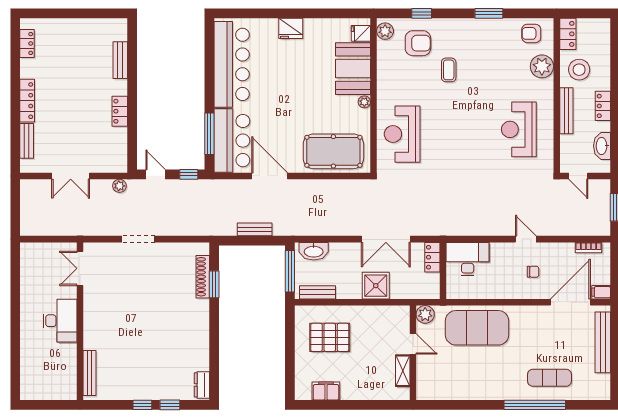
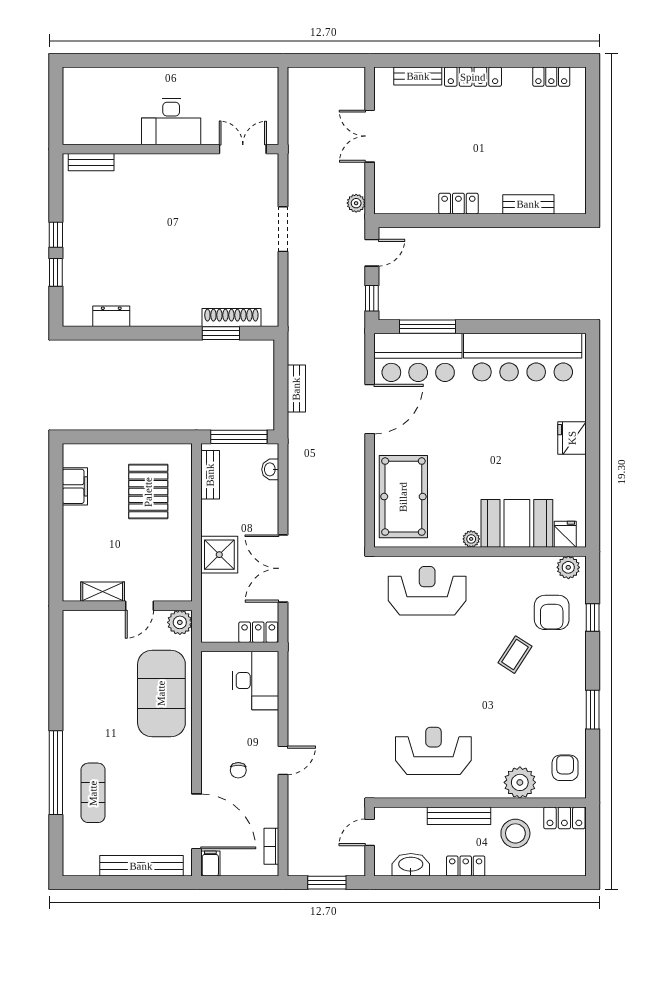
coffee table: (449, 70) -> (515, 655), turned -57
washbasin: (314, 251) -> (270, 469), width x0.52, depth x0.69
bench: (89, 373) -> (91, 162), width x0.73
dresser: (202, 385) -> (111, 316), moved

